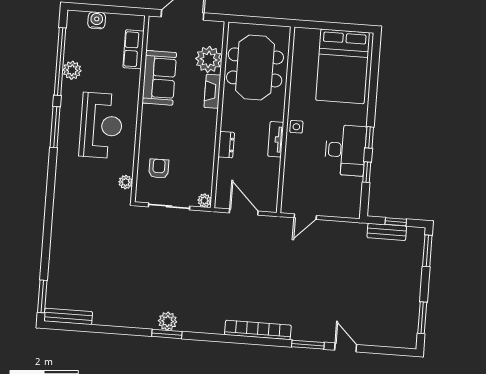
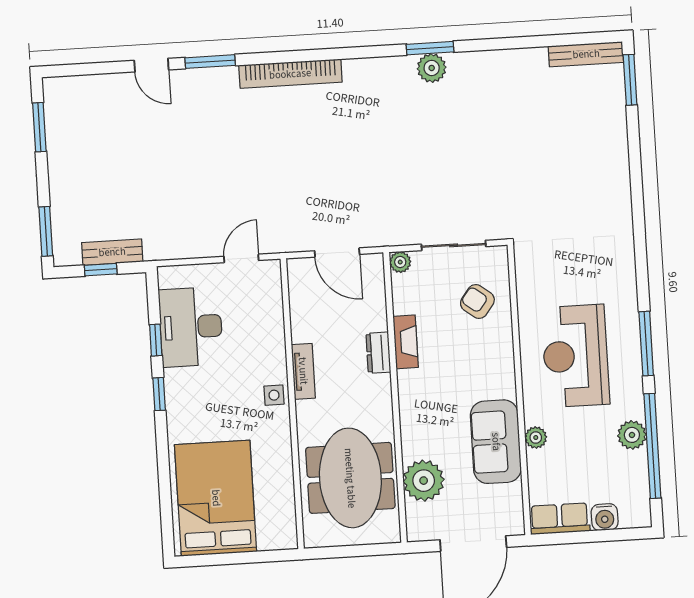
row of seats: (133, 49) -> (560, 519), moved, turned -90
fireplace: (212, 91) -> (406, 342), moved
desk: (345, 150) -> (191, 327), moved
armchair: (159, 169) -> (477, 301), turned 127
plant: (126, 182) -> (536, 438), moved

